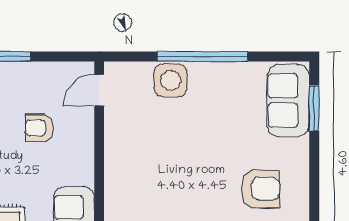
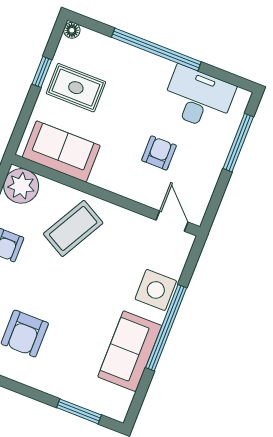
sofa: (288, 101) -> (130, 351), moved, turned -90
coffee table: (143, 182) -> (73, 228), added

